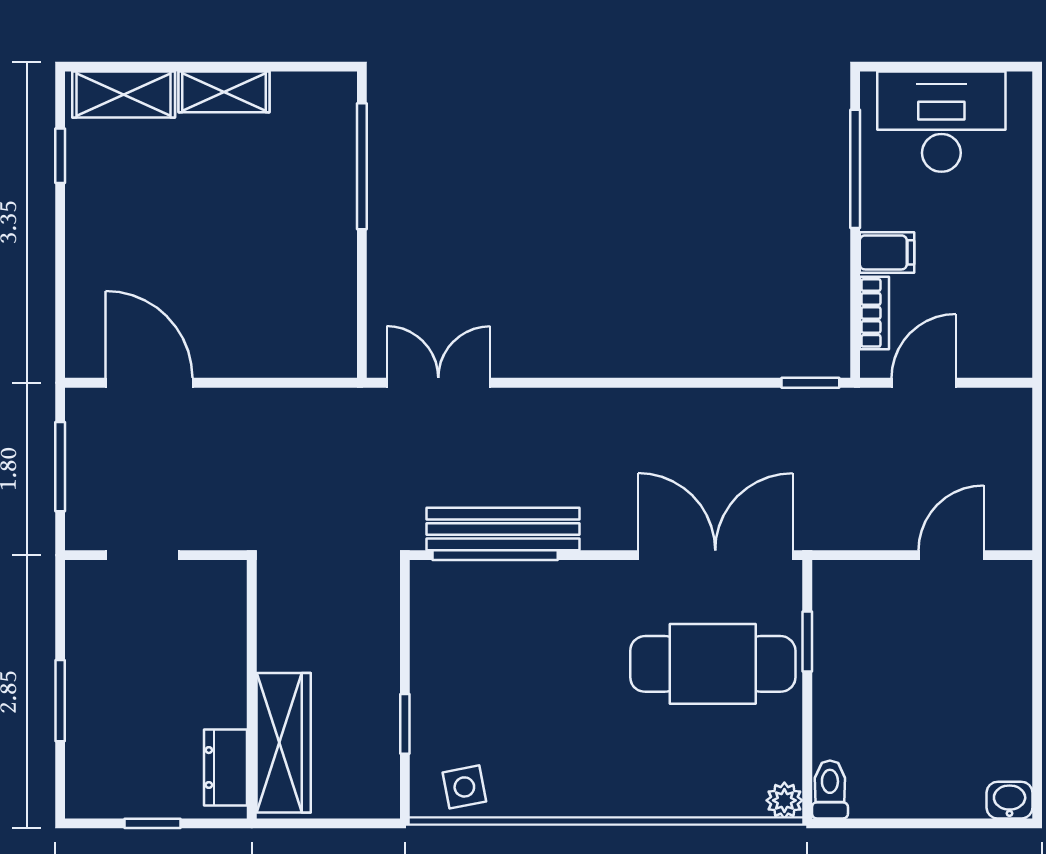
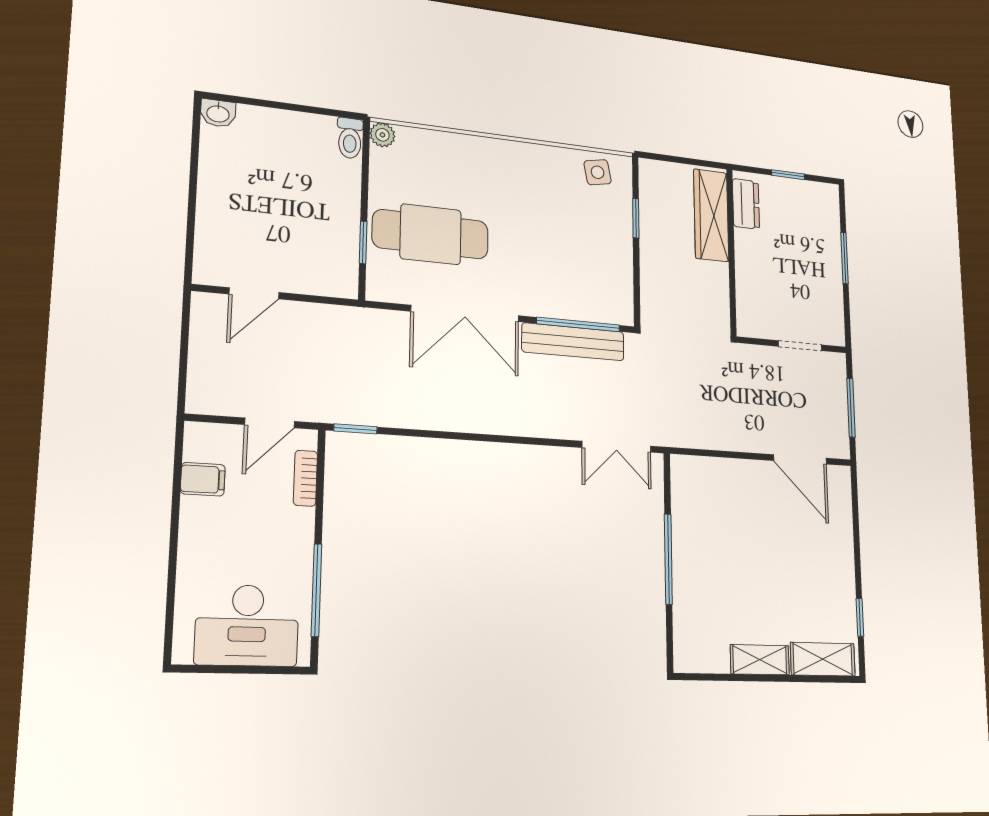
window: (362, 166) -> (668, 559), moved
filing cabinet: (887, 252) -> (203, 479), moved, turned 180
double door: (715, 555) -> (465, 314), moved

